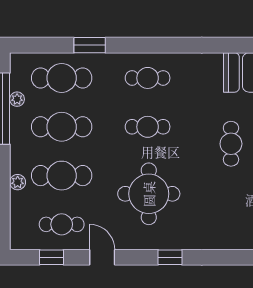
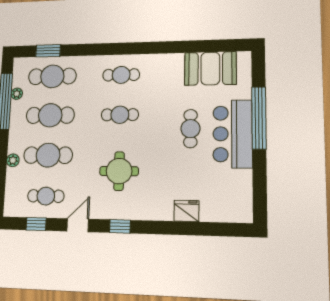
window: (90, 45) -> (48, 51), moved
round table: (149, 194) -> (119, 171), width x0.73, depth x0.73
fridge: (227, 238) -> (186, 211), added
door: (102, 257) -> (78, 225), hinge flipped
window: (170, 257) -> (120, 226), moved

